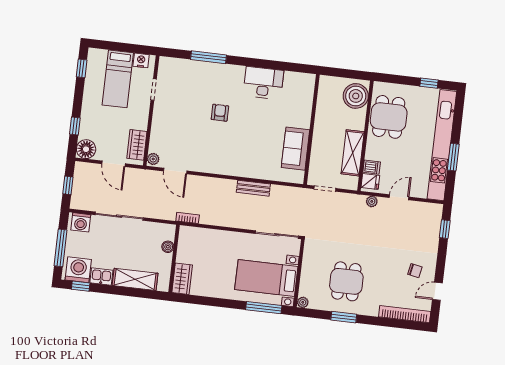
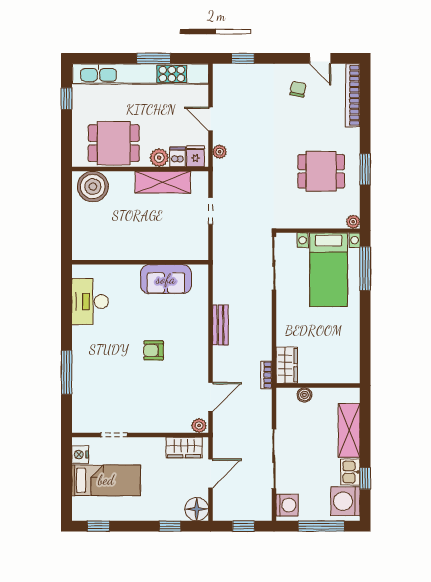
armchair: (220, 113) -> (154, 350), moved
wall: (311, 129) -> (140, 262), moved
sofa: (295, 149) -> (166, 279), moved
plant: (373, 152) -> (159, 158), added
bench: (253, 188) -> (220, 325), moved
wardrobe: (182, 279) -> (287, 365), moved, turned 90
window: (81, 286) -> (365, 478), moved

